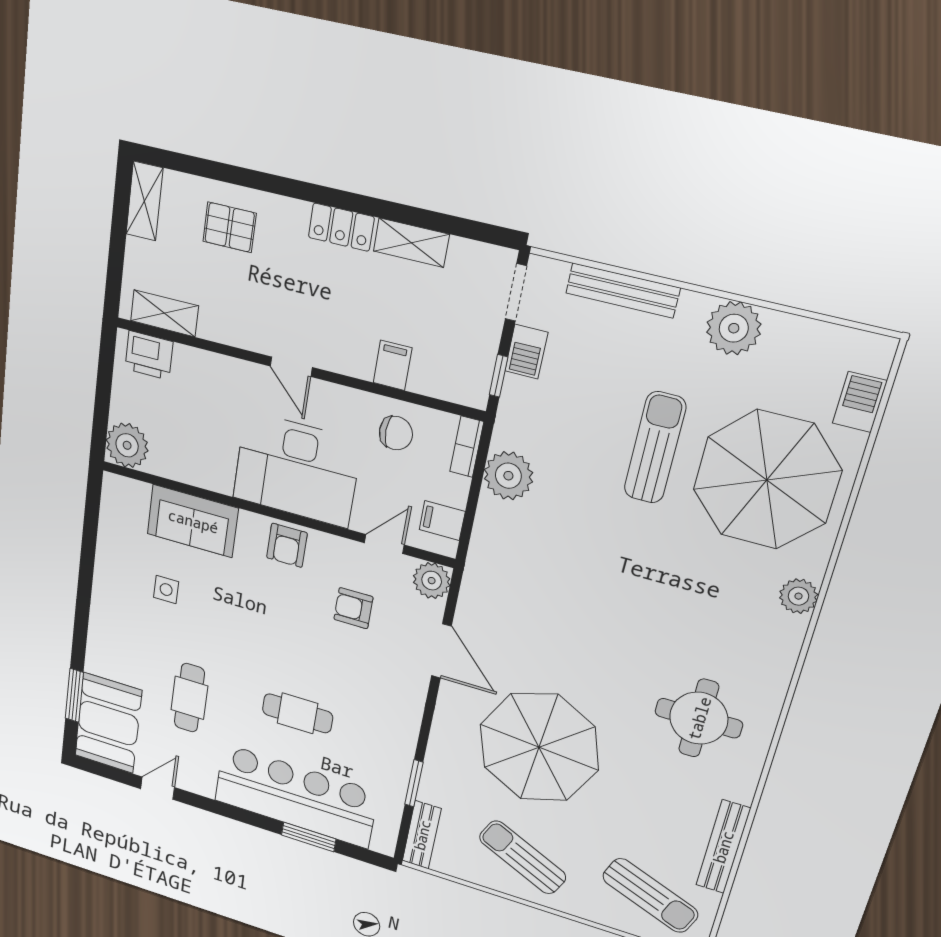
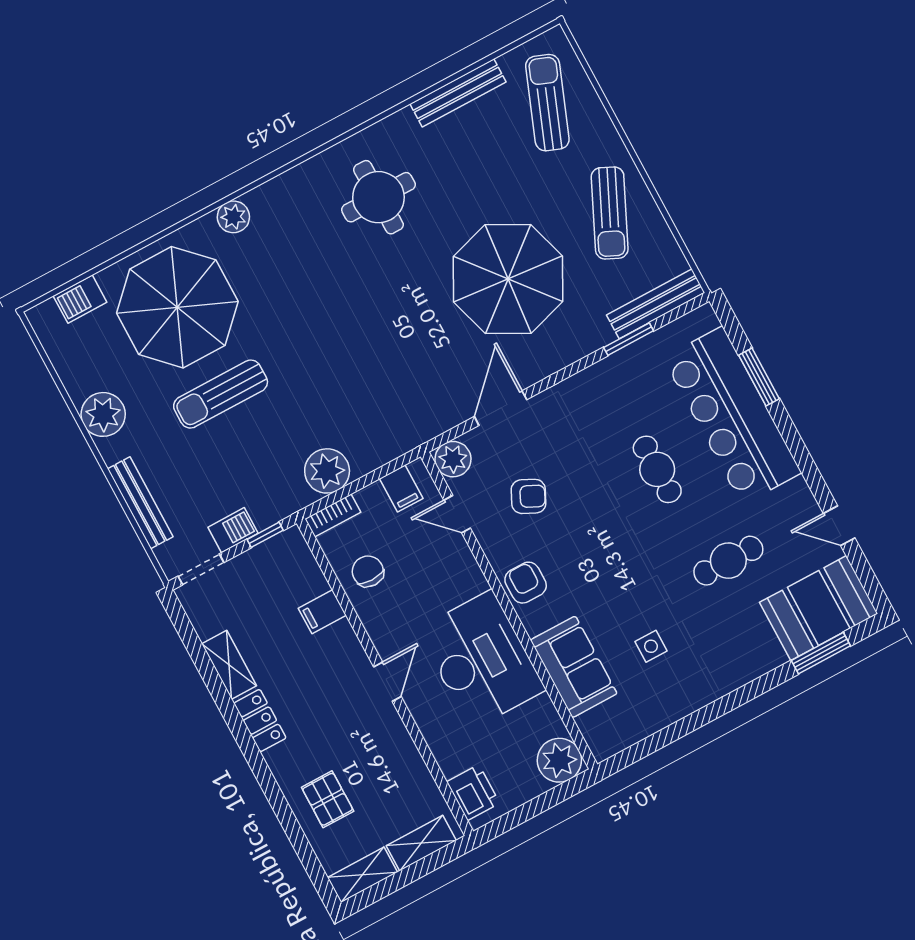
shelving: (164, 313) -> (421, 843), moved, turned 90
desk: (297, 470) -> (481, 660), moved
armchair: (287, 545) -> (526, 583), turned -90
armchair: (353, 608) -> (529, 496), turned -64
bench: (422, 835) -> (656, 304), width x1.36

